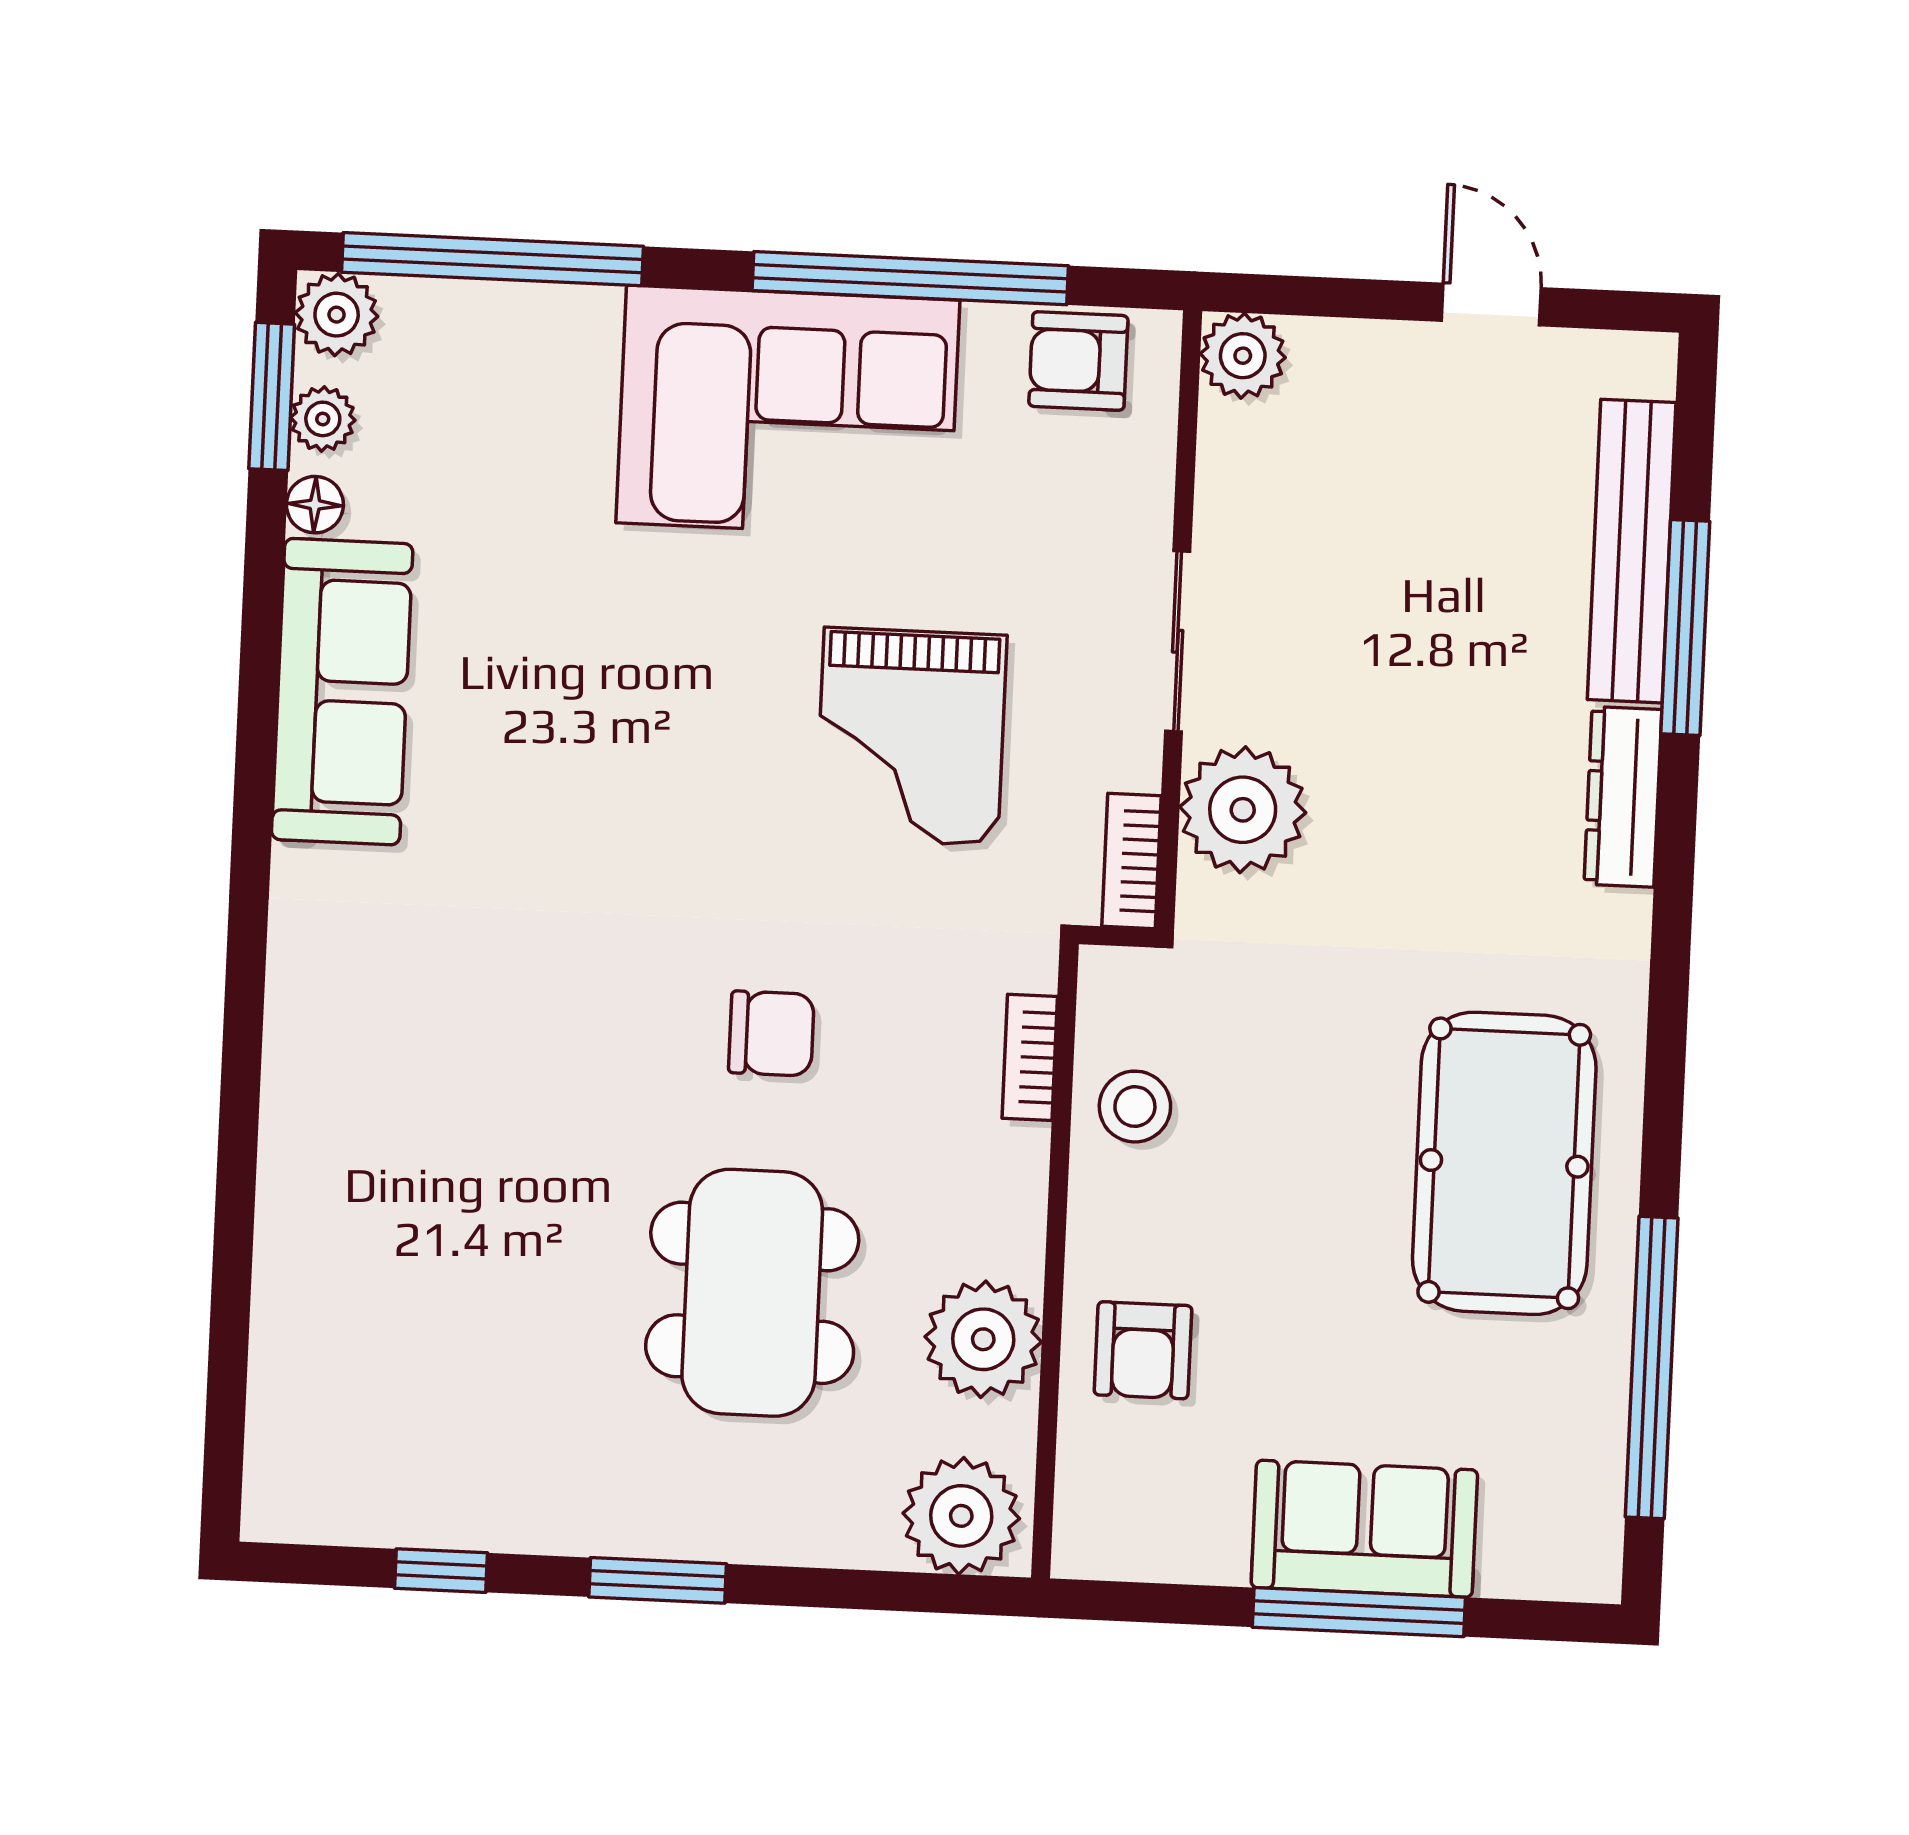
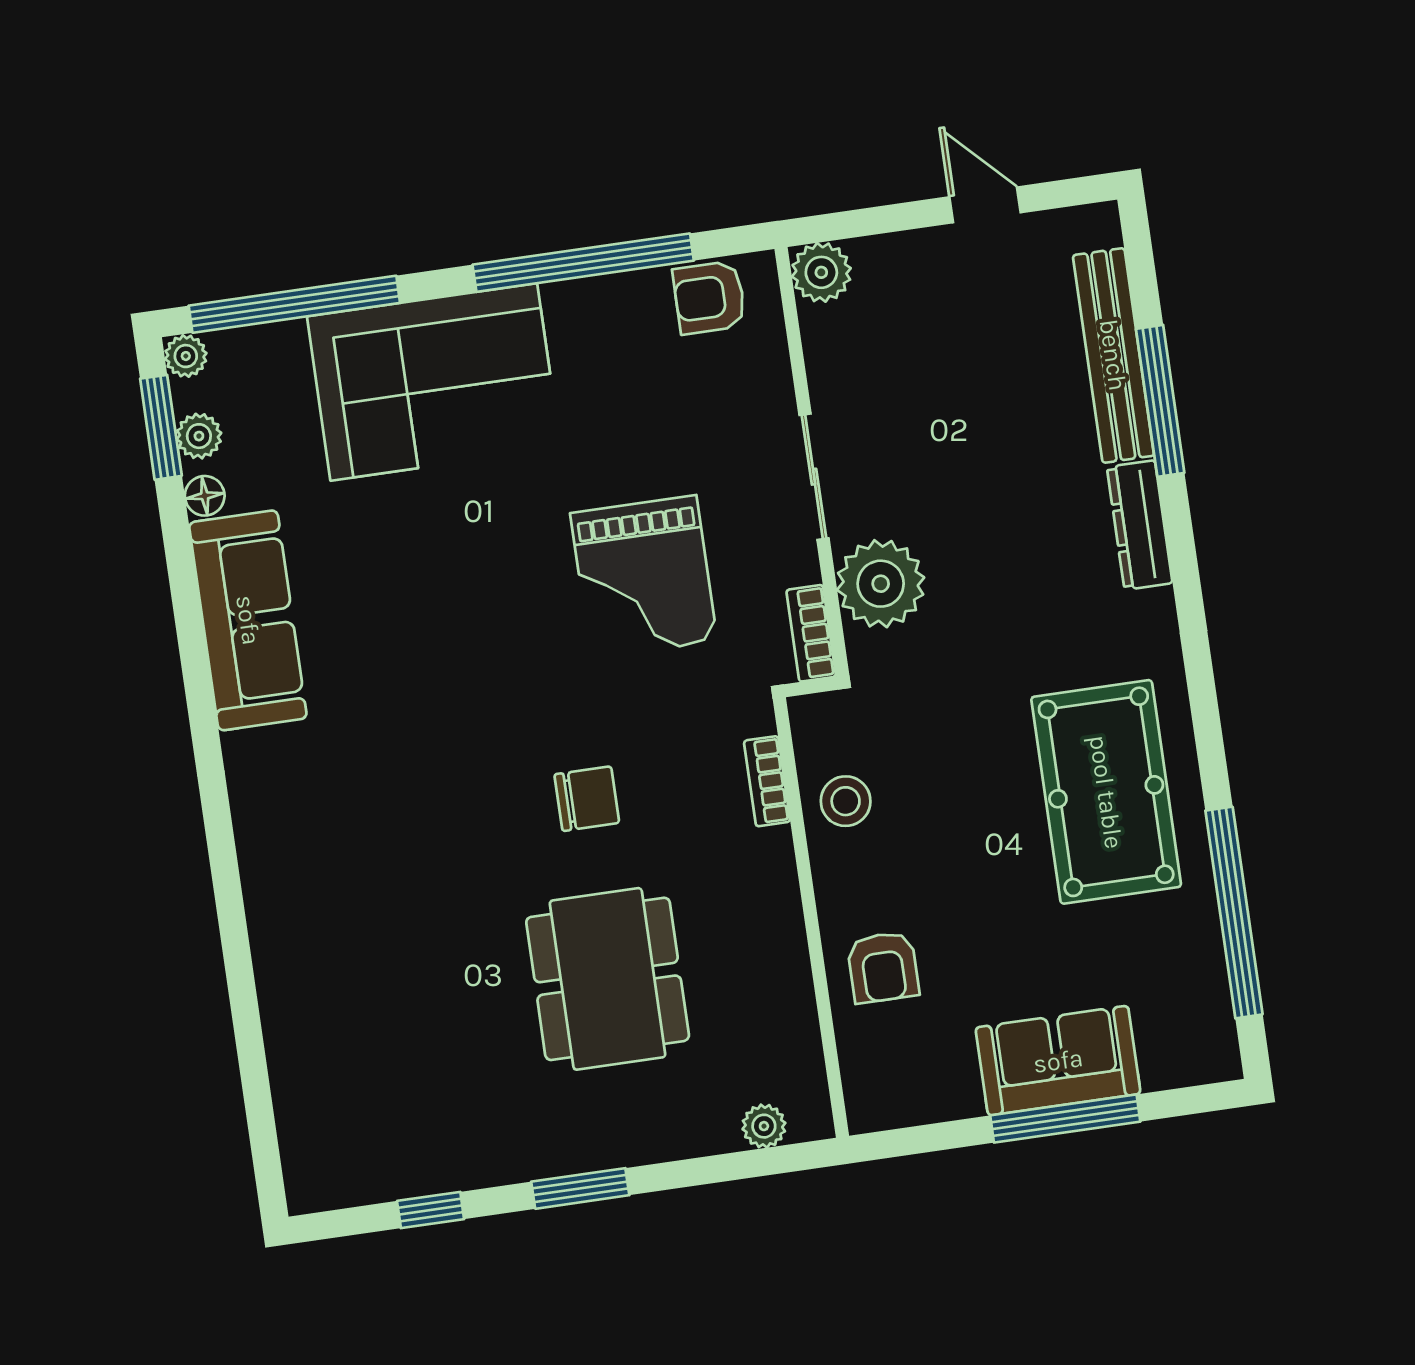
plant: (337, 315) -> (186, 356), width x0.73, depth x0.73
corner sofa: (788, 411) -> (434, 382), moved
plant: (983, 1339) -> (772, 981), removed
plant: (961, 1516) -> (764, 1126), width x0.53, depth x0.53

